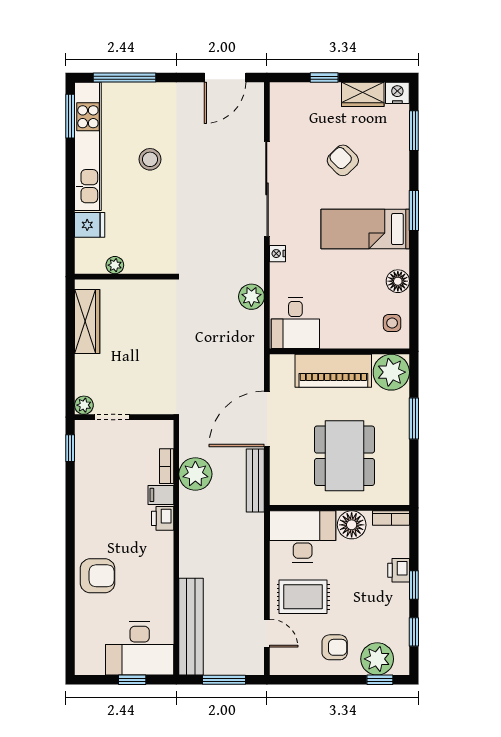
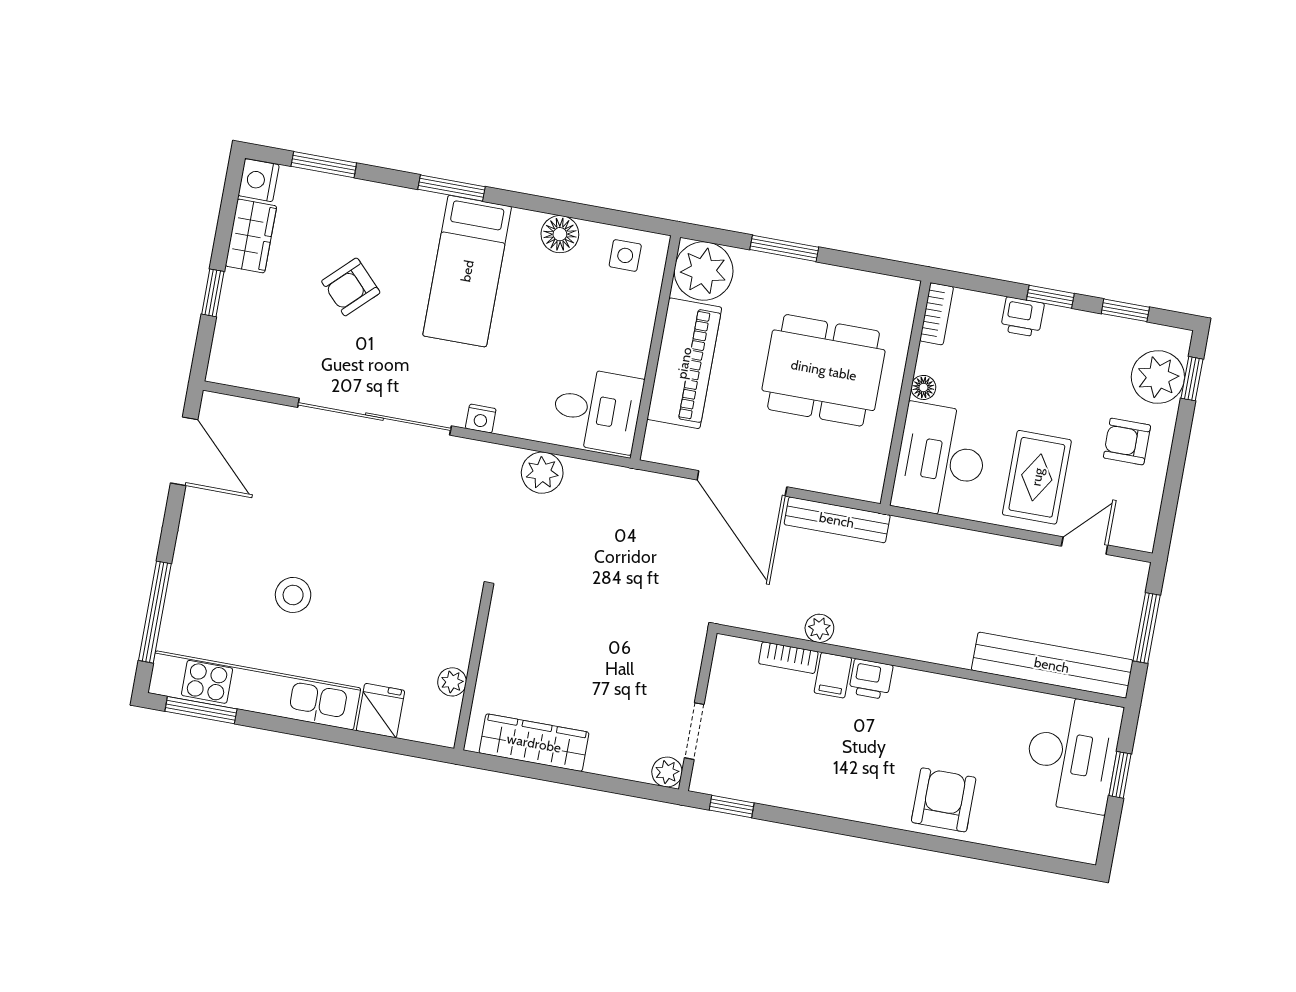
plant: (195, 474) -> (819, 628), width x0.53, depth x0.53
floor lamp: (352, 525) -> (923, 387), width x0.53, depth x0.53
armchair: (335, 647) -> (1127, 442), turned -90

